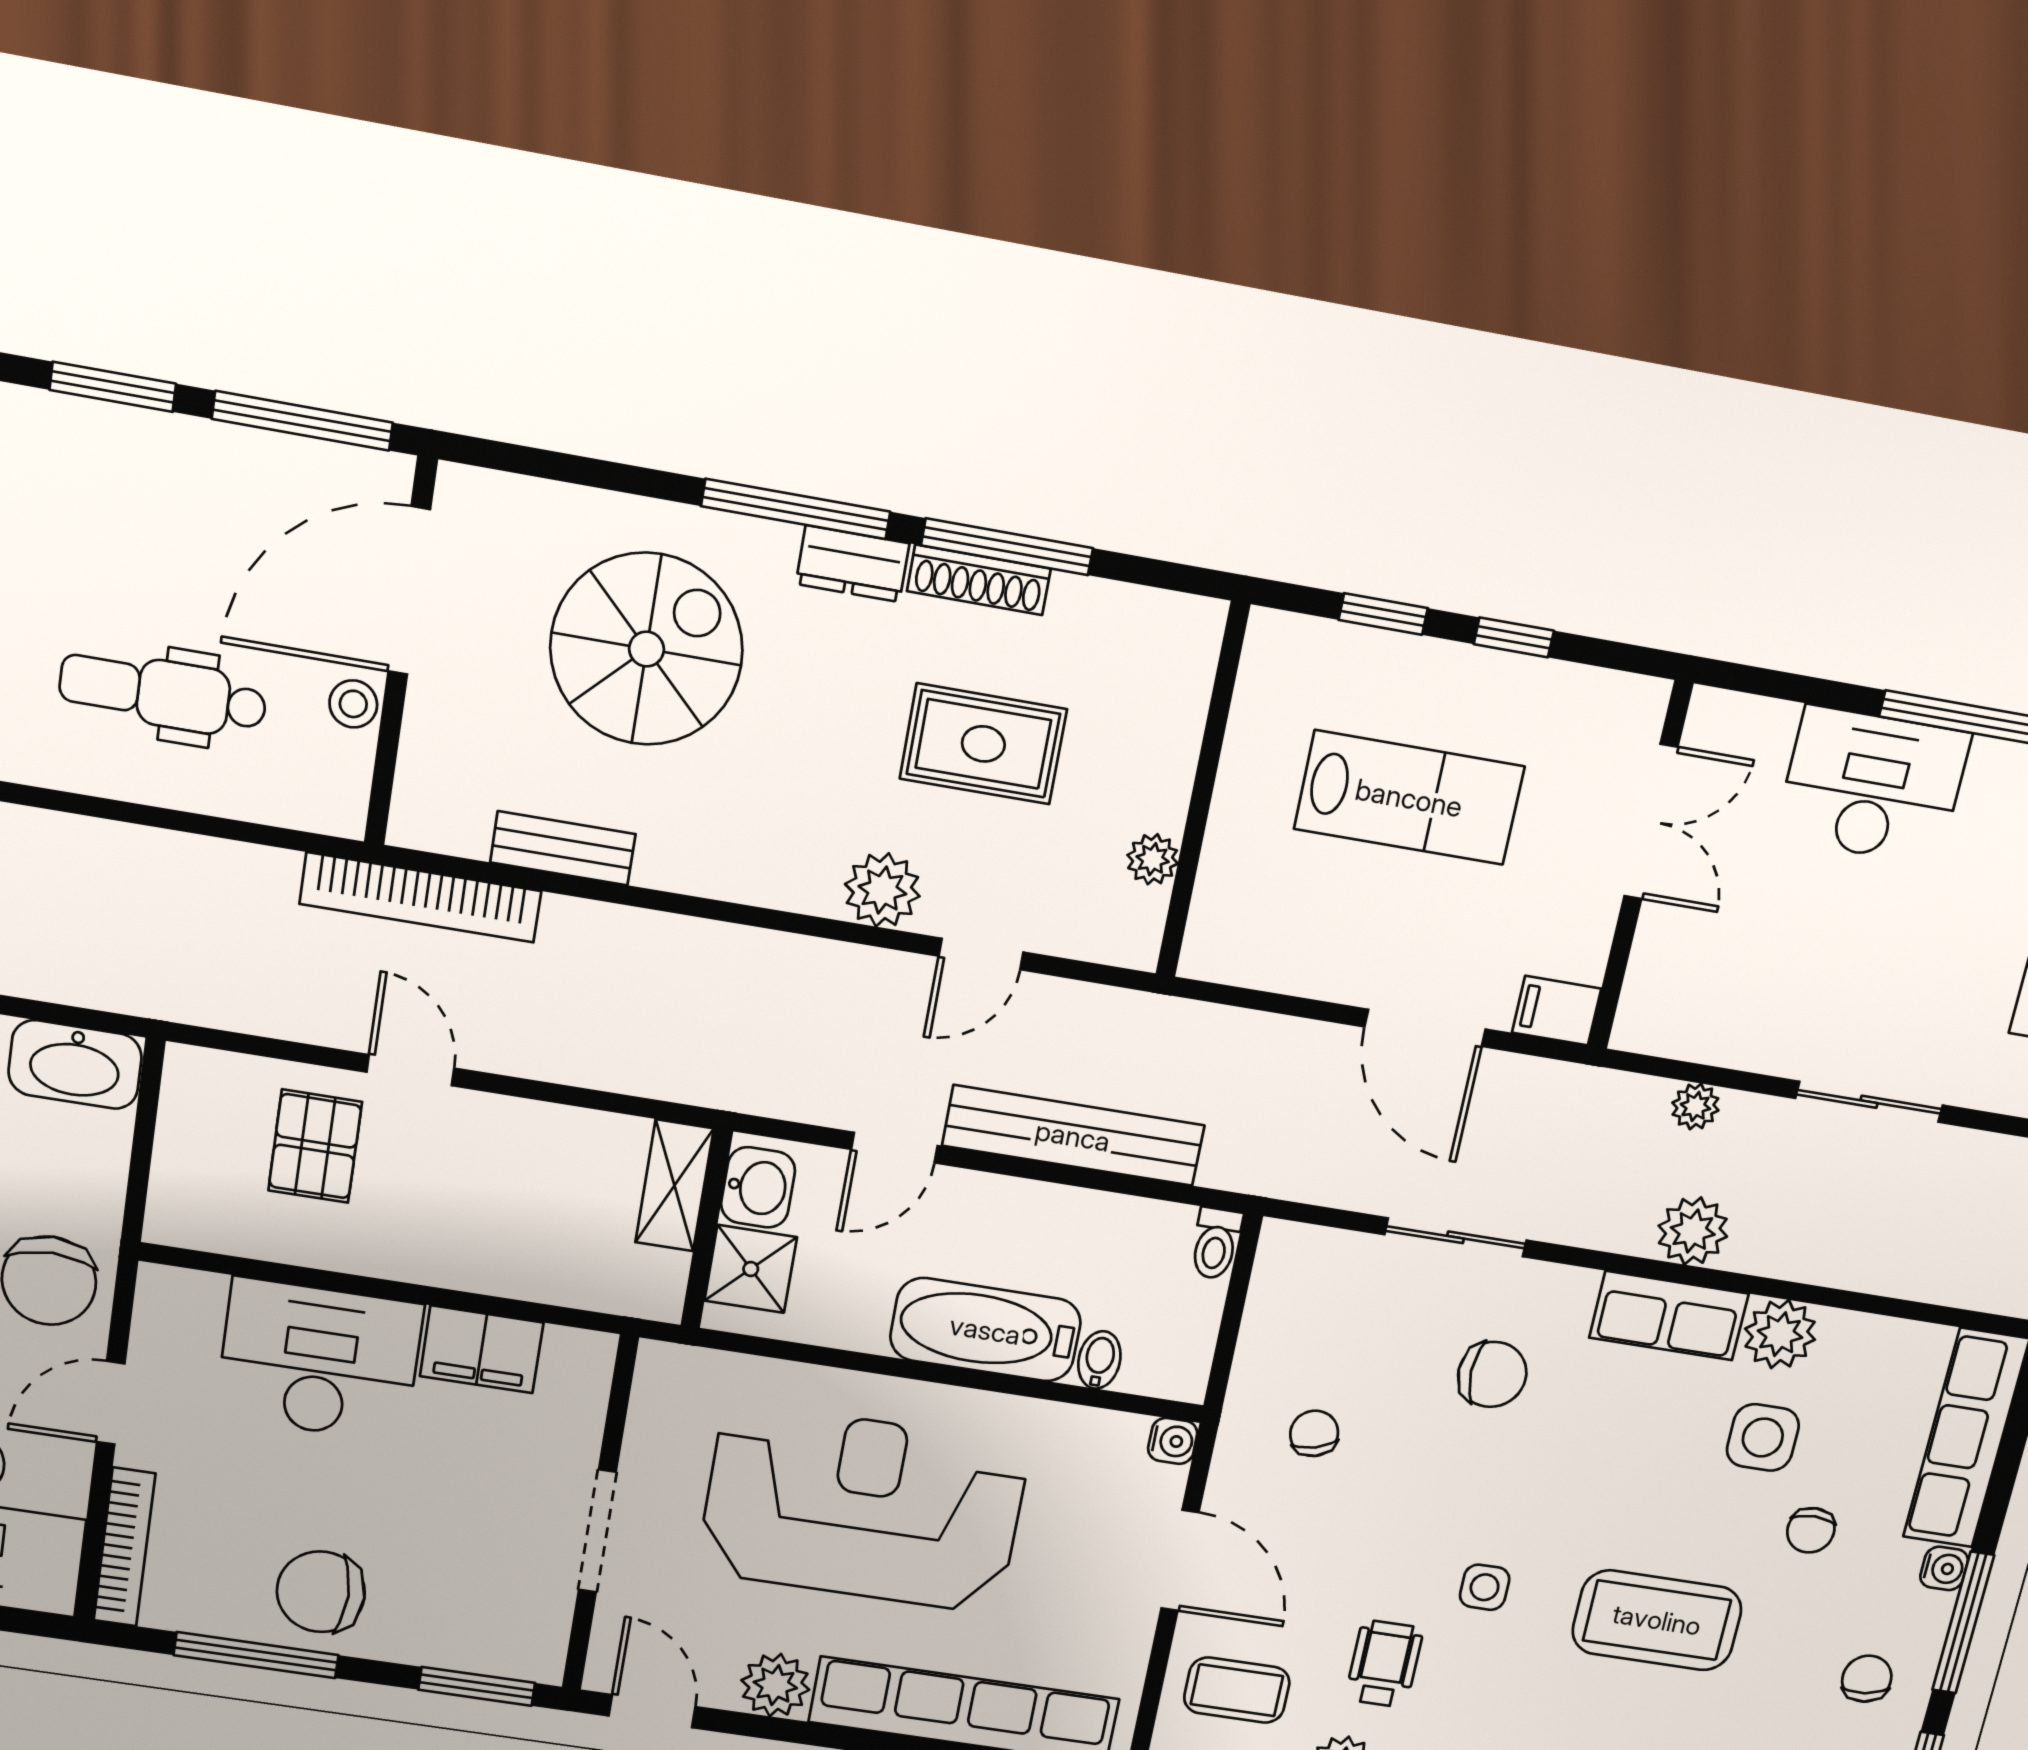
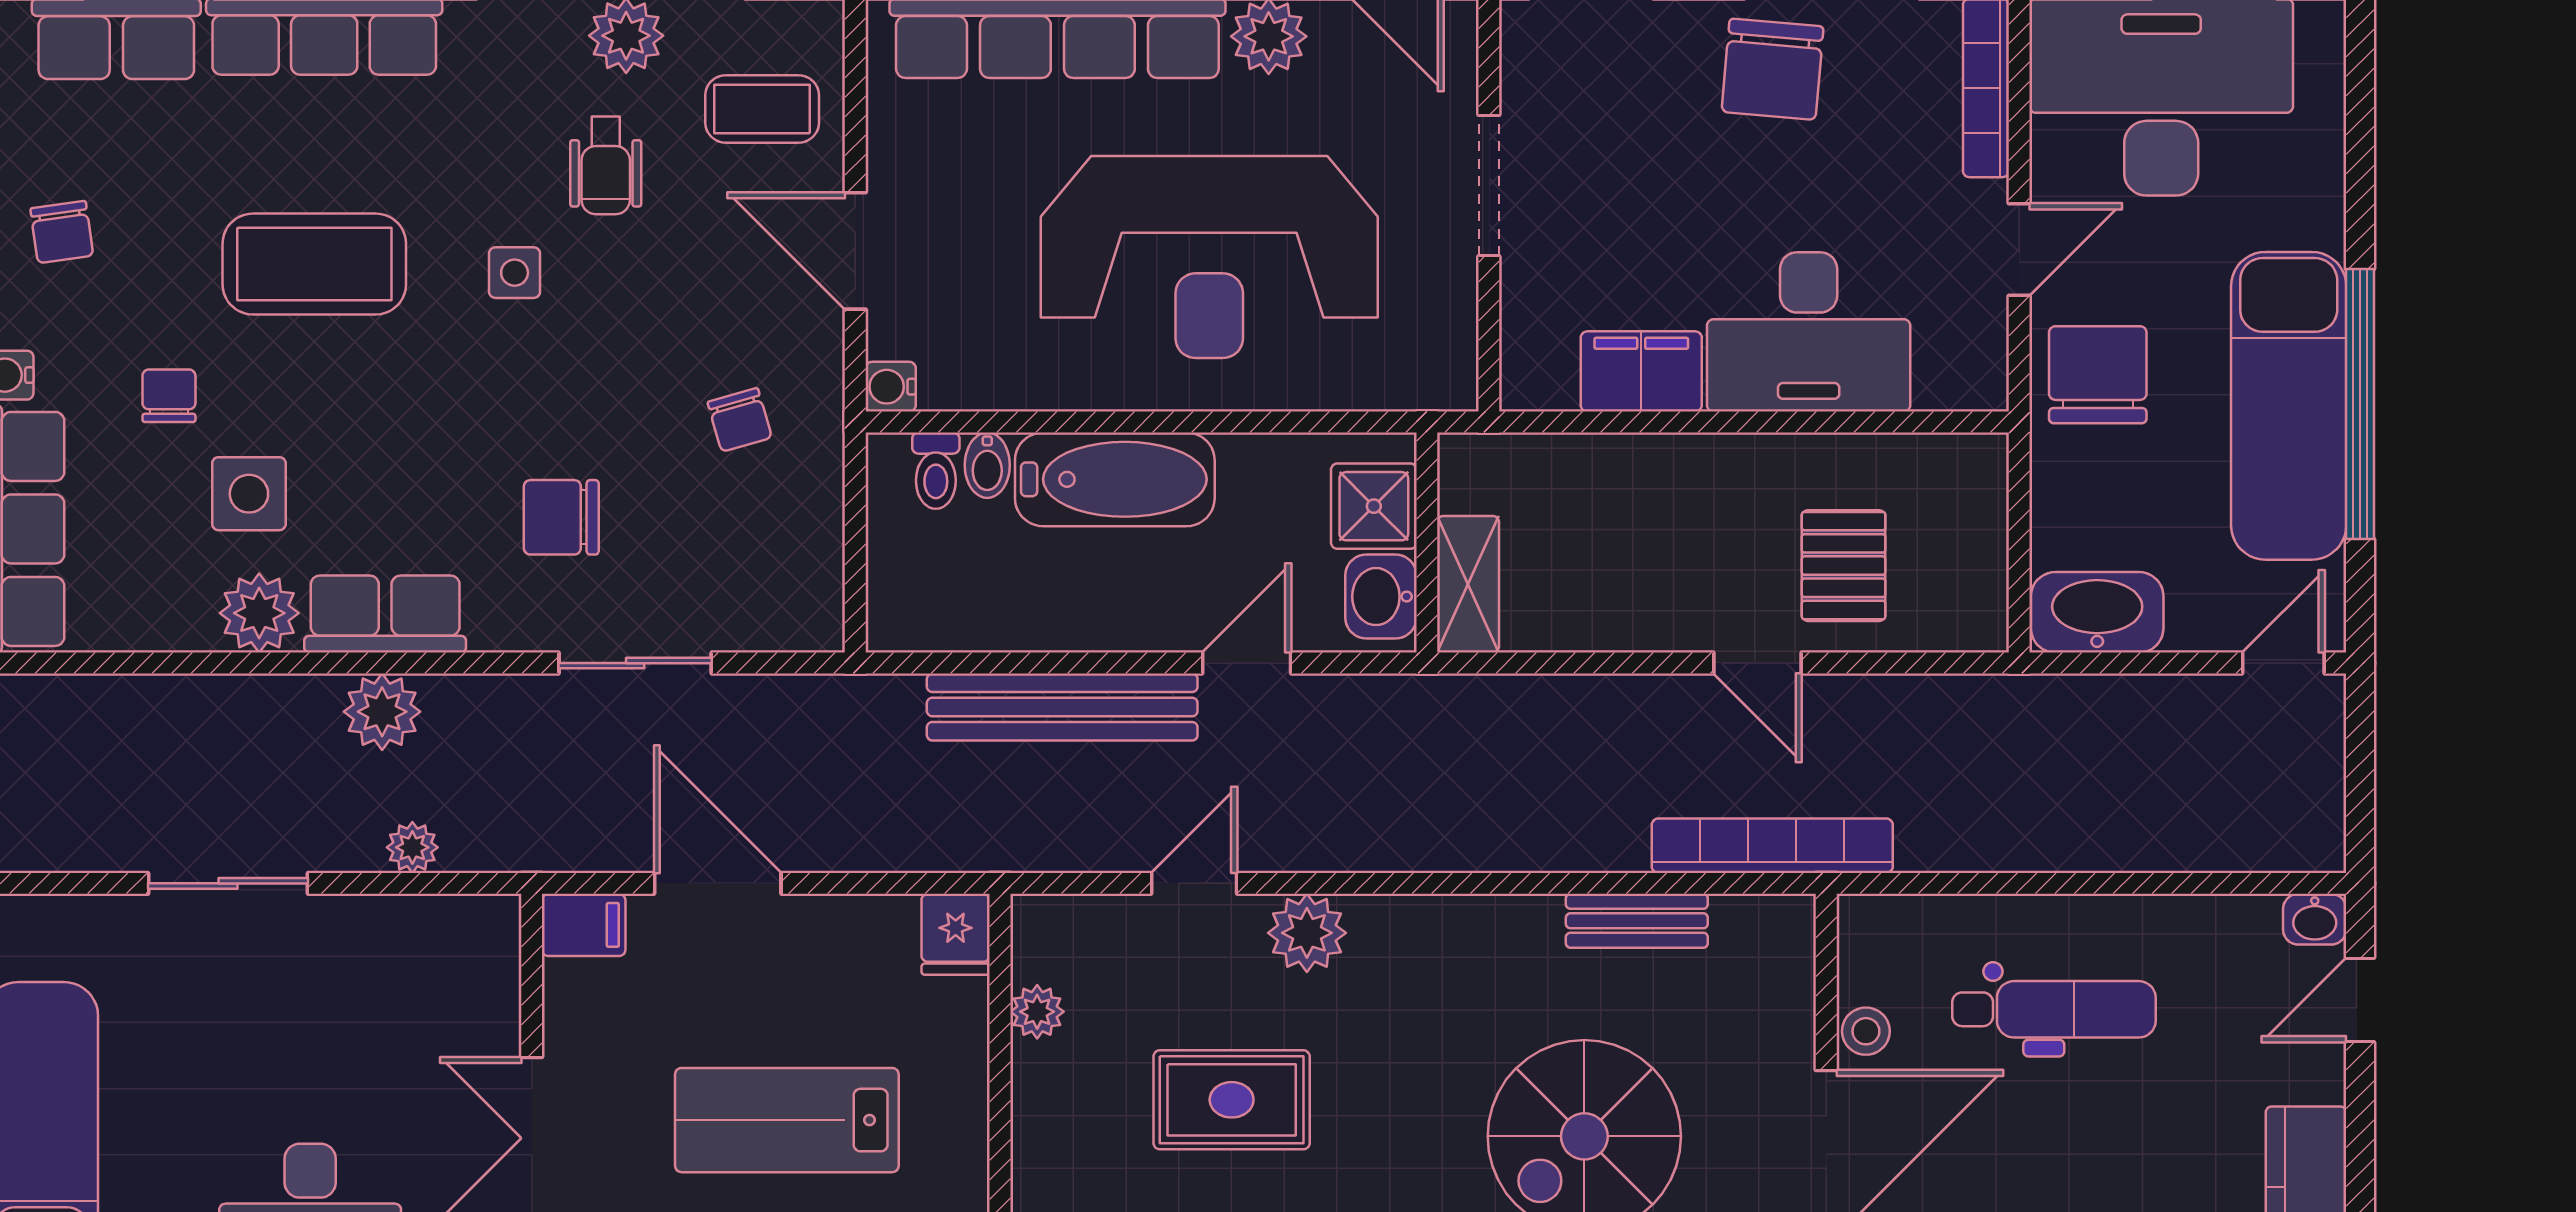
fridge: (1215, 944) -> (956, 934), added
toilet: (1216, 1243) -> (936, 471), moved, turned 180
chair: (321, 1592) -> (1773, 69), turned 95

